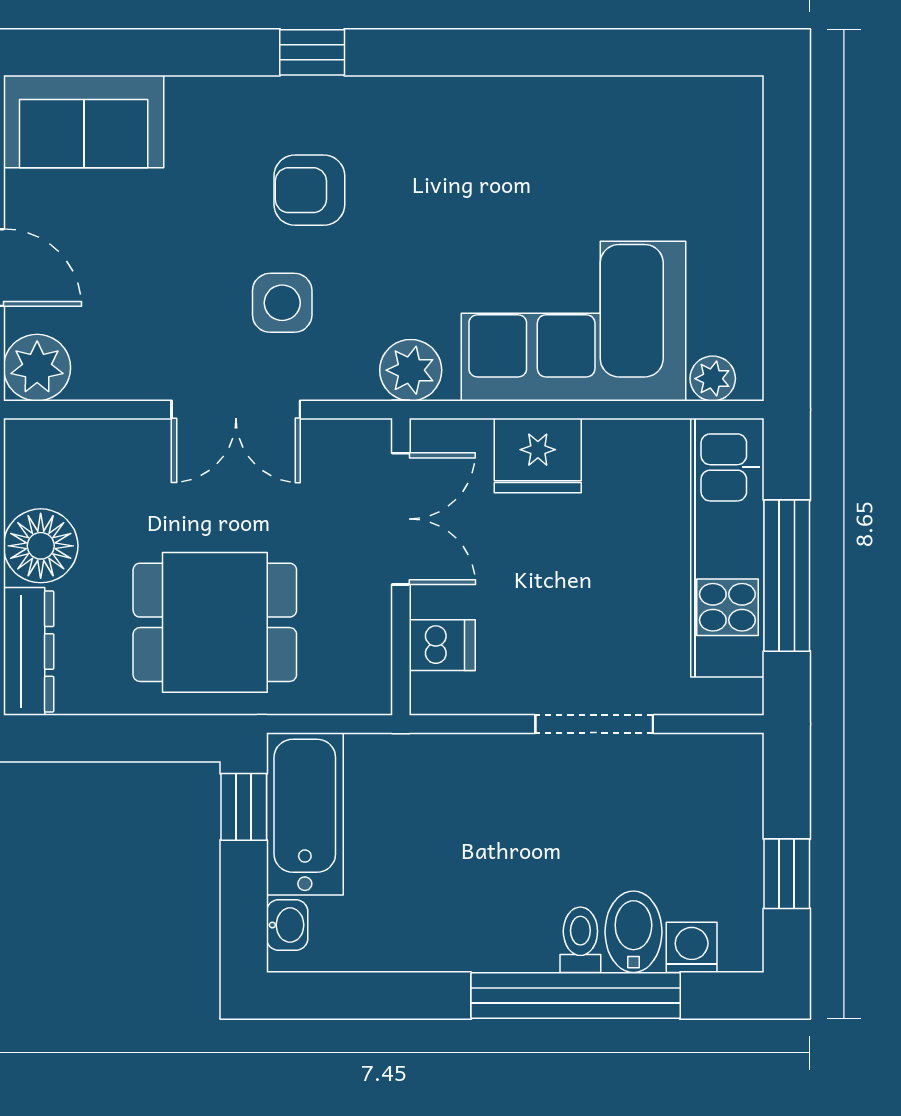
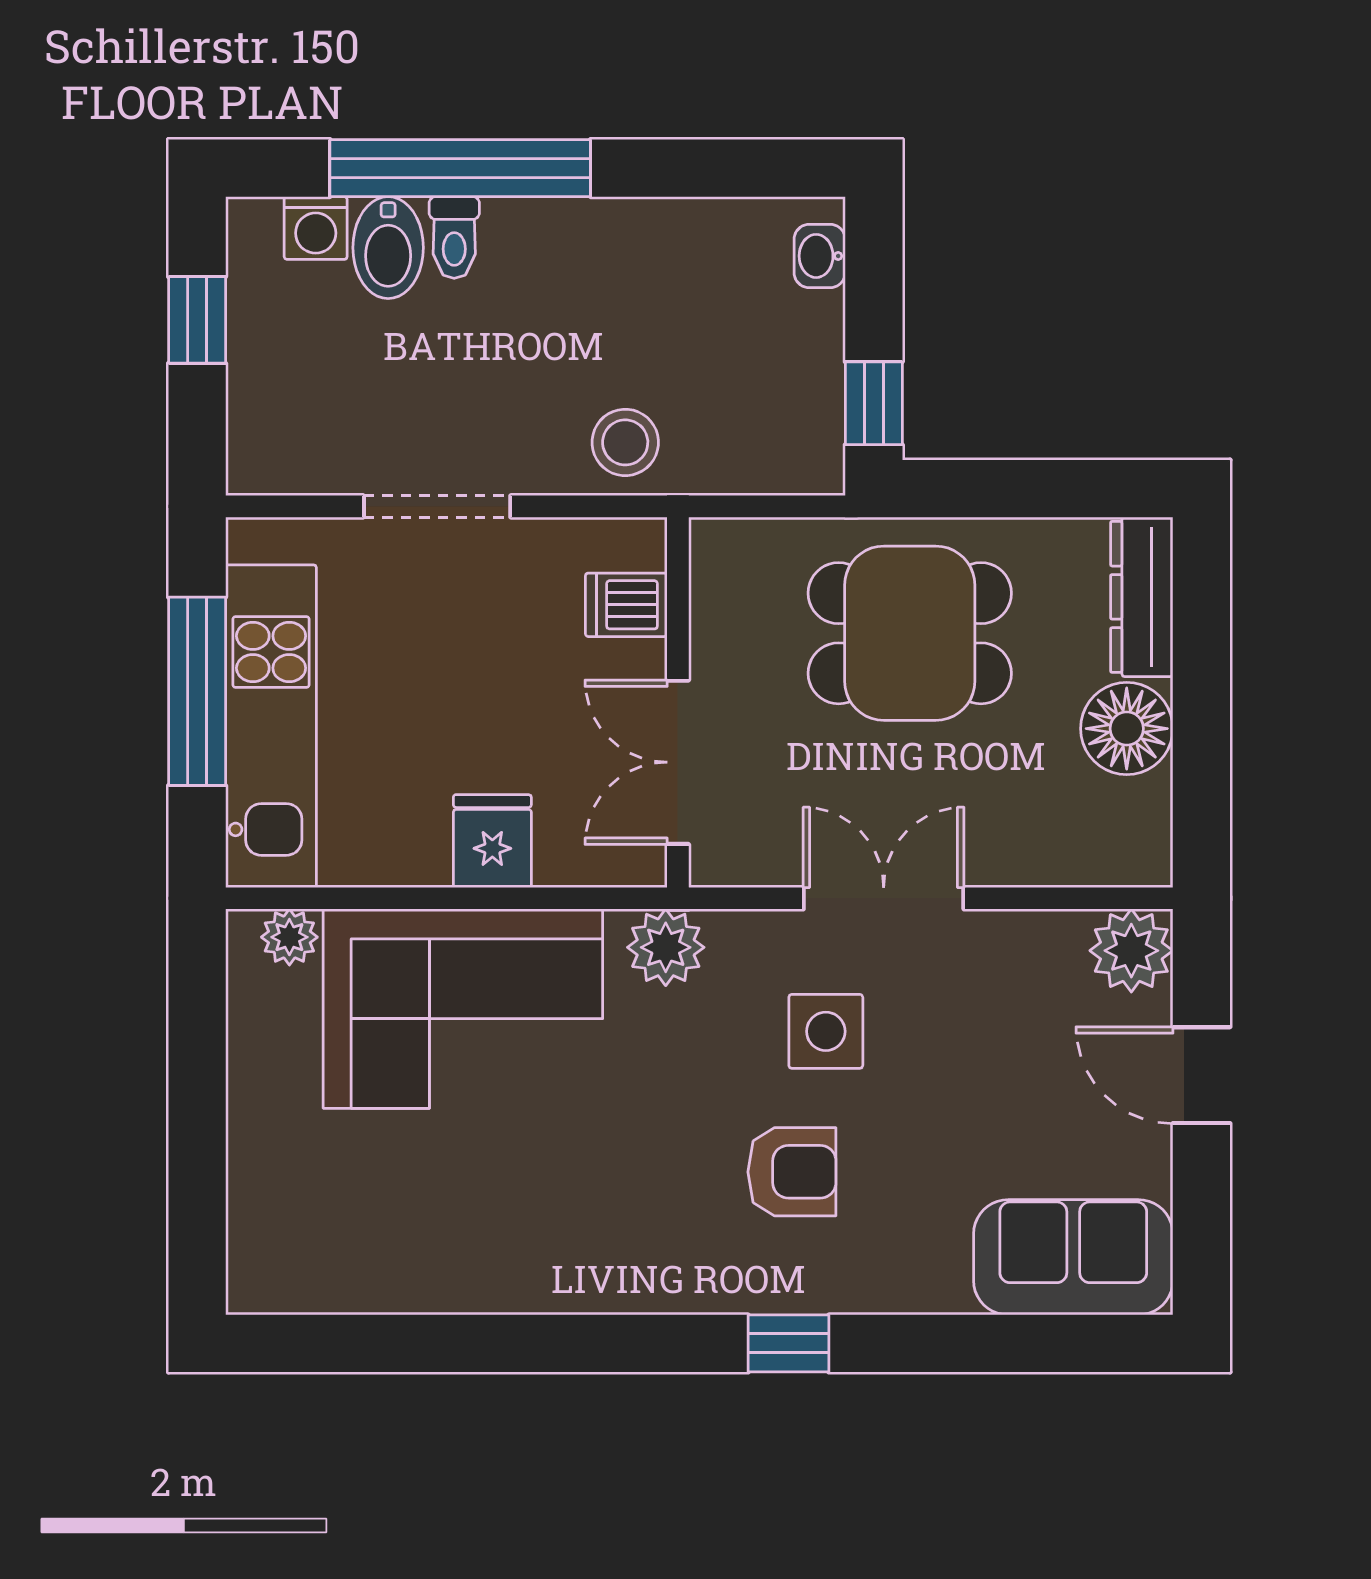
fridge: (538, 456) -> (492, 841), width x0.72
stool: (443, 775) -> (625, 442), added
bathtub: (305, 814) -> (798, 395), removed

